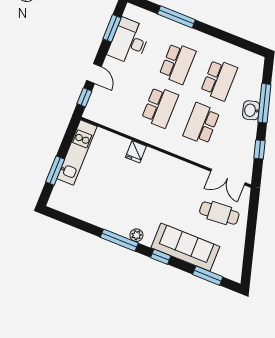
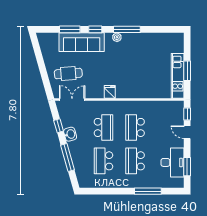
washbasin: (251, 110) -> (70, 134), moved
fridge: (136, 152) -> (110, 92), moved
window: (55, 171) -> (187, 71), moved
window: (208, 276) -> (70, 29), moved

